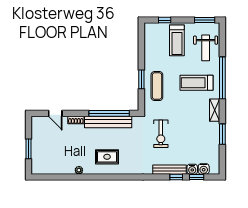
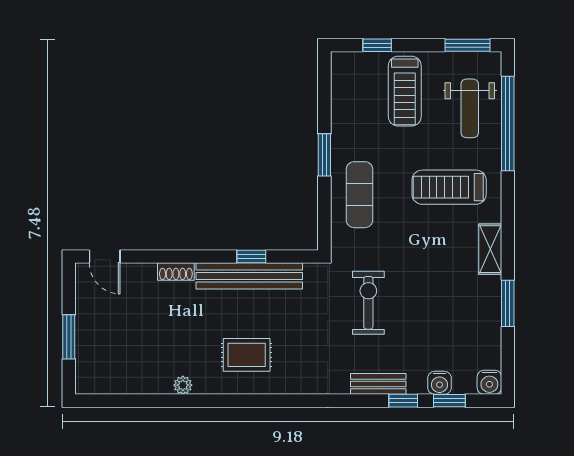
window: (222, 78) -> (508, 123), moved
window: (141, 79) -> (324, 155), moved
door: (55, 113) -> (105, 257), moved
window: (109, 113) -> (251, 257), width x0.32
exercise bike: (161, 134) -> (368, 303), turned 180
water cooler: (204, 169) -> (489, 382), moved
bench: (170, 170) -> (378, 384), width x0.73

